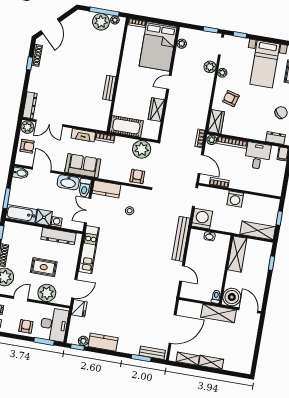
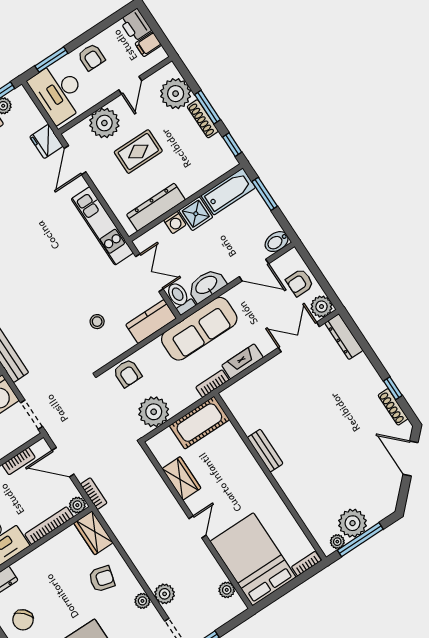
sofa: (83, 166) -> (199, 329), width x1.36

